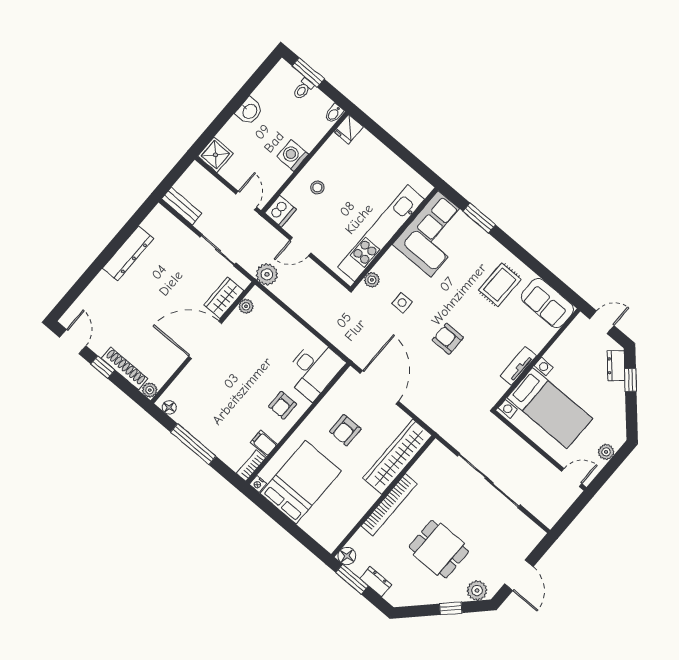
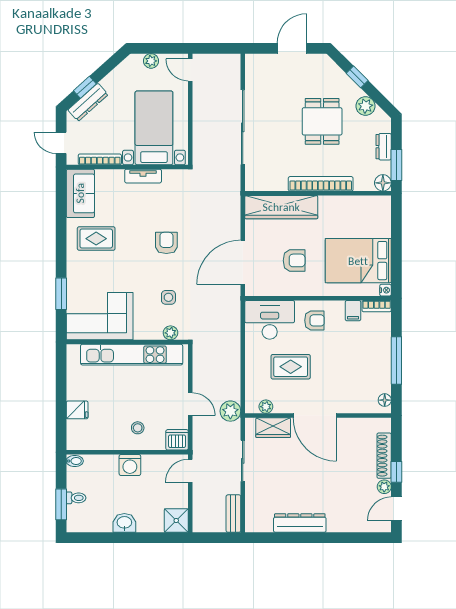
fridge: (348, 129) -> (77, 410), moved
armchair: (448, 339) -> (166, 243), turned 180
bookcase: (562, 342) -> (100, 159), added
rug: (261, 354) -> (291, 367), added
dresser: (616, 366) -> (88, 102), width x1.44
plant: (150, 390) -> (384, 487), moved
plant: (477, 590) -> (365, 106), moved

